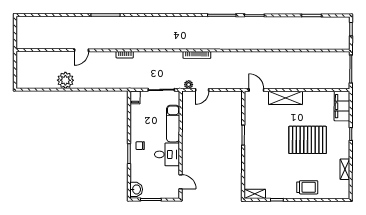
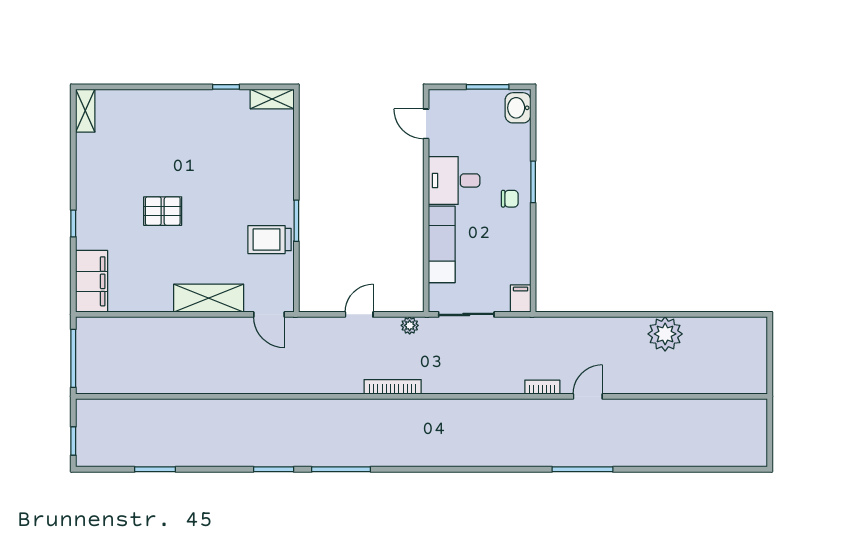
door: (81, 50) -> (588, 396), moved
door: (202, 90) -> (359, 314), moved
pallet: (308, 140) -> (163, 211), width x0.49, depth x0.50
shelving: (345, 169) -> (85, 111), moved
trolley: (307, 187) -> (270, 240), moved

